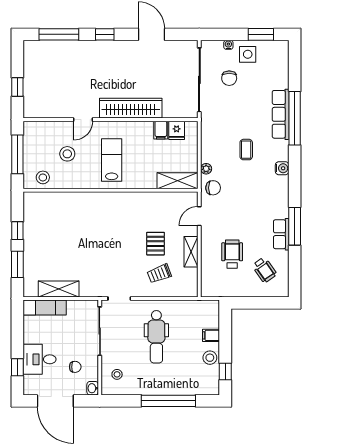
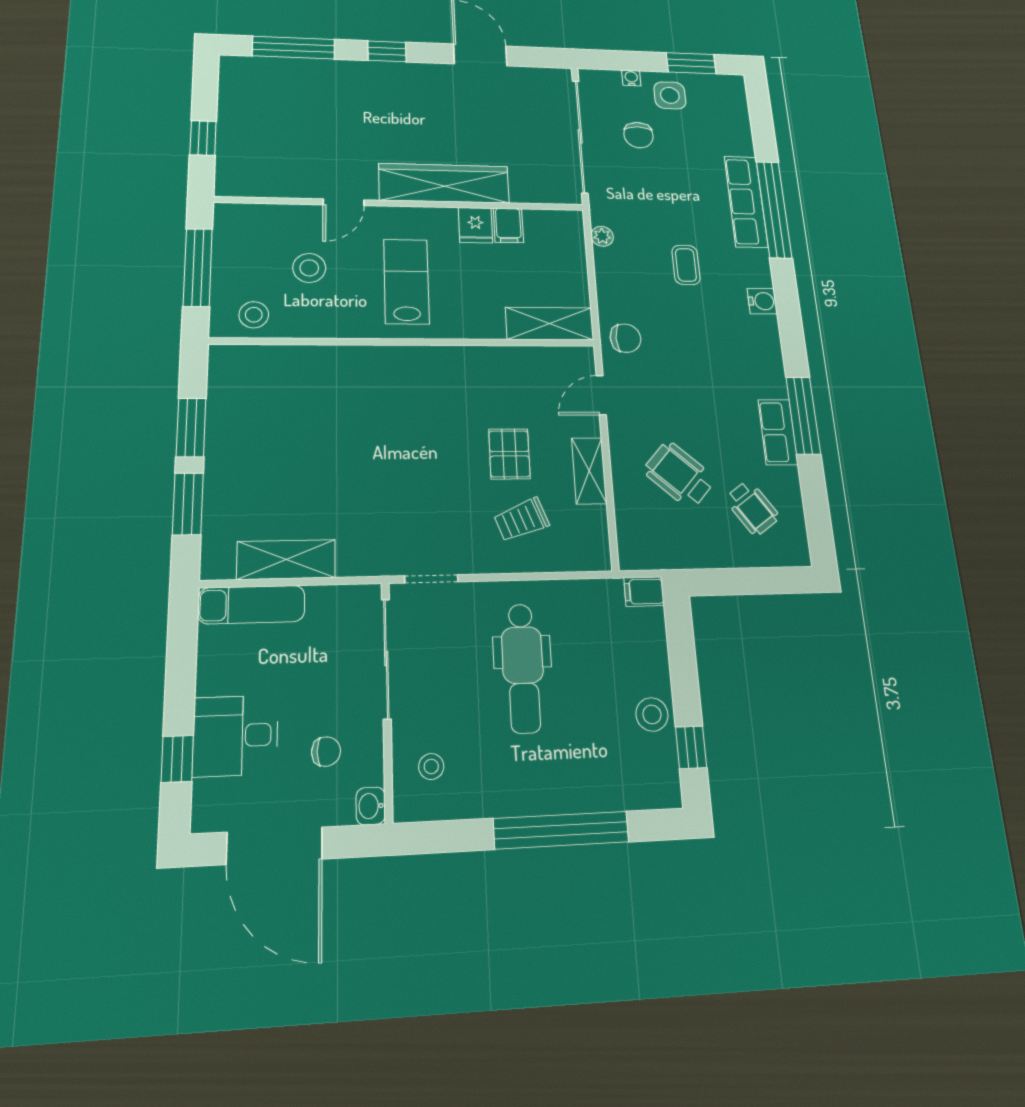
fridge: (177, 130) -> (475, 225), moved
plant: (206, 169) -> (602, 236), moved
window: (17, 231) -> (191, 428), width x1.50
wheelchair: (232, 254) -> (679, 475), turned -48
filing cabinet: (211, 335) -> (644, 592), moved

